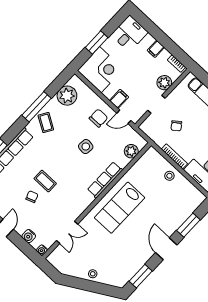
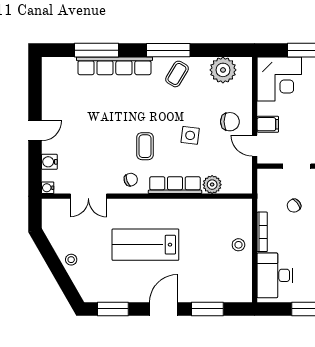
window: (36, 107) -> (168, 50), moved
plant: (131, 151) -> (212, 185), moved
coffee table: (45, 181) -> (145, 146), moved
chair: (32, 197) -> (131, 180), moved
lab bench: (120, 208) -> (145, 245), moved

